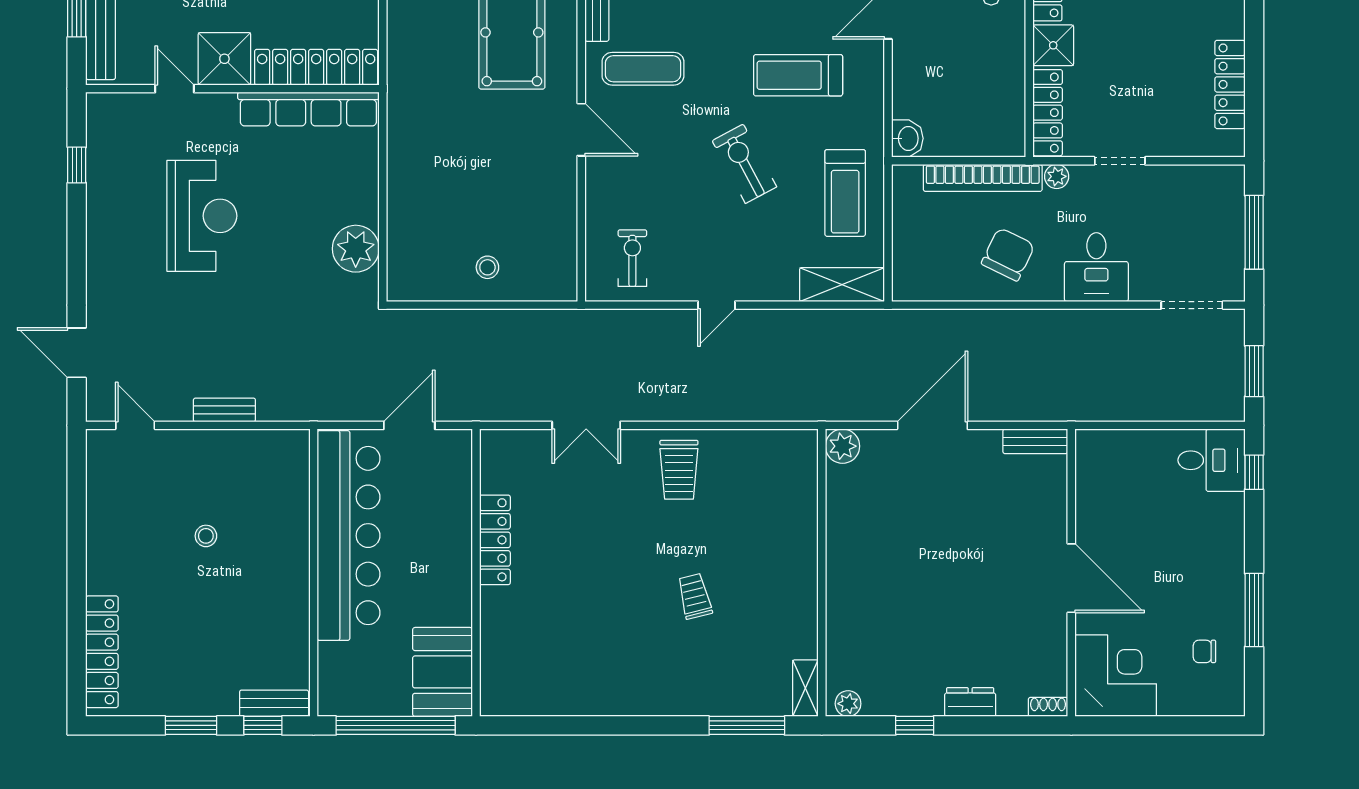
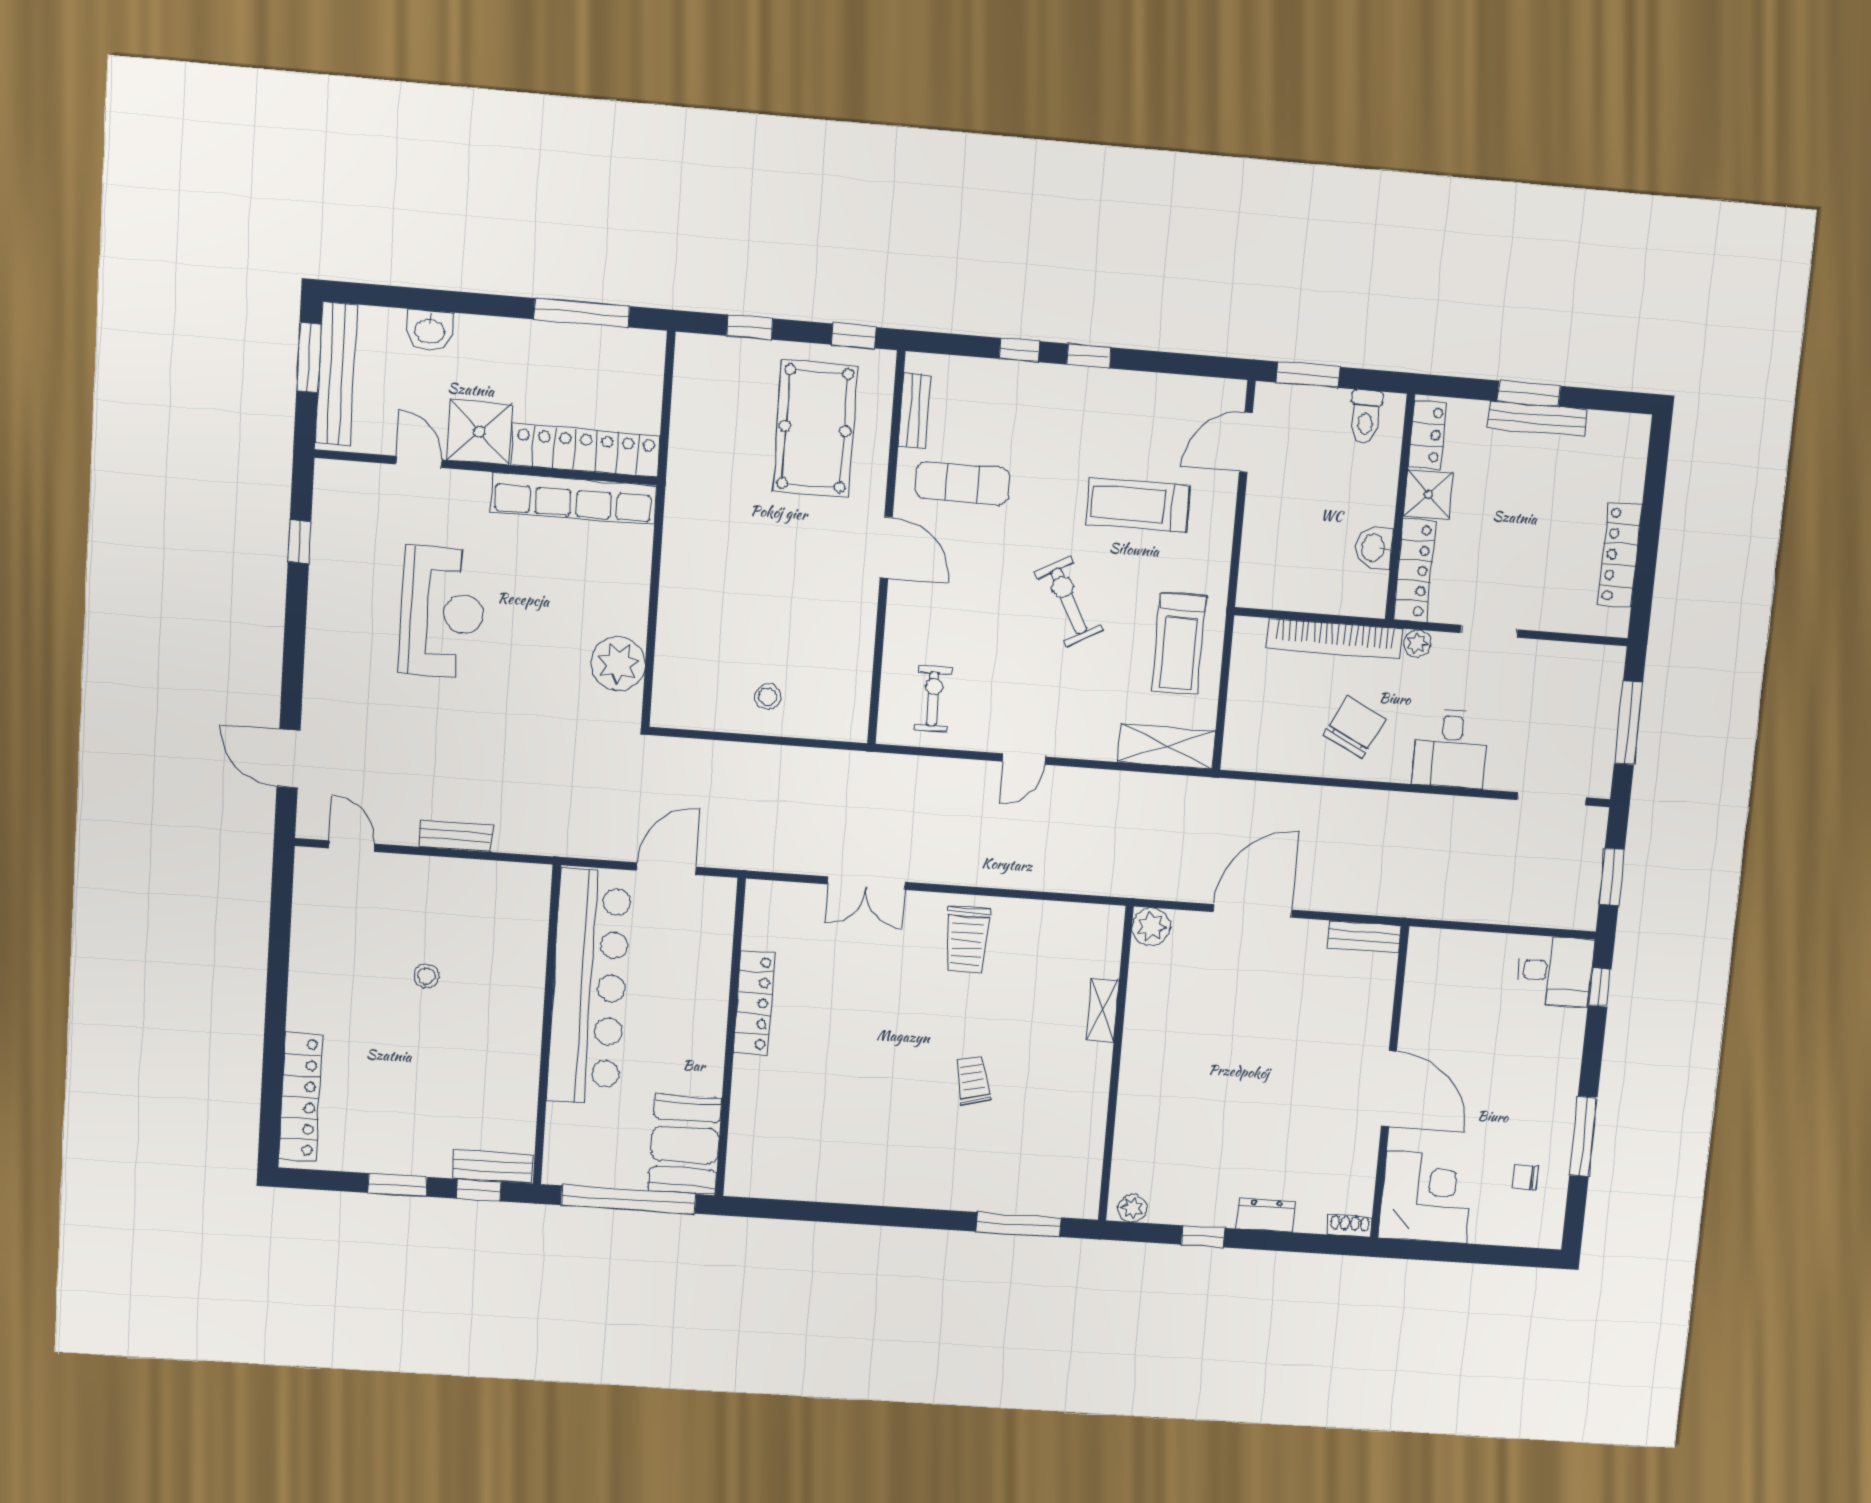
washbasin: (907, 138) -> (1374, 548), moved, turned 180
shelving: (805, 688) -> (1102, 1010), moved

